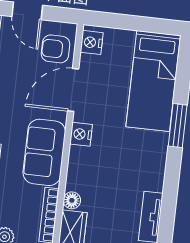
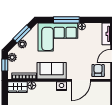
nightstand: (92, 42) -> (103, 86), removed
door: (73, 90) -> (81, 80), swing flipped

